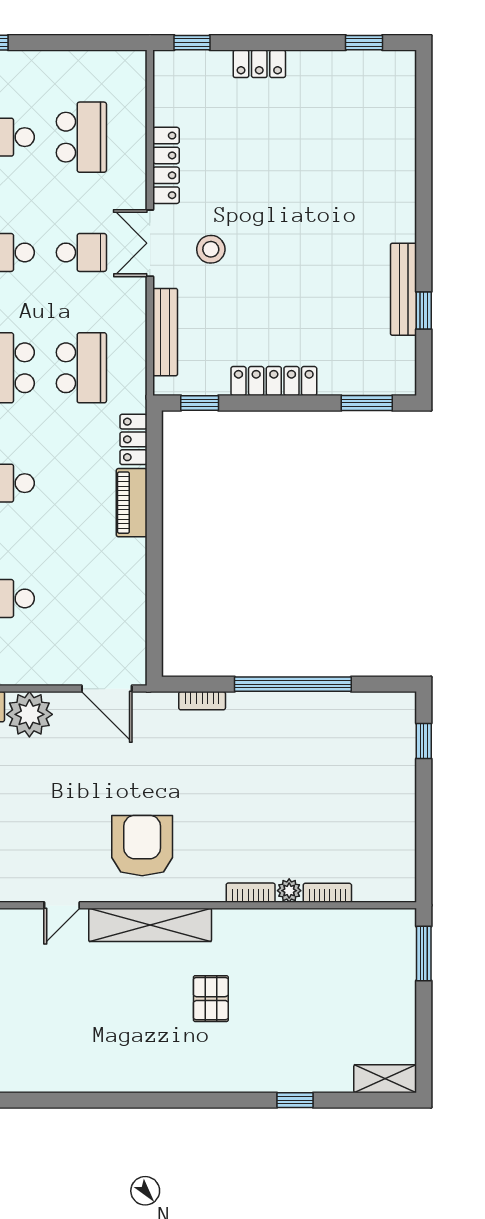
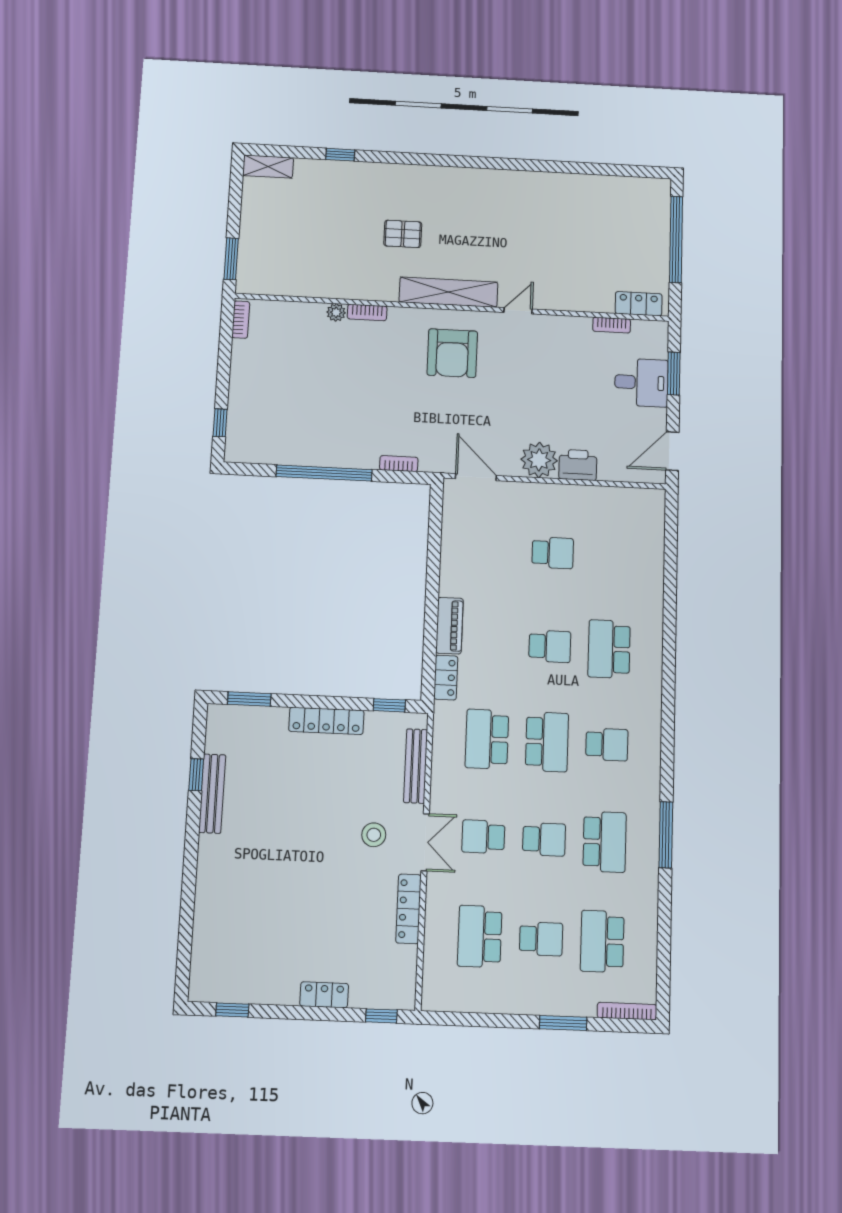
bookcase: (327, 893) -> (241, 320), moved, turned -90
pallet: (211, 999) -> (403, 234), turned 90

